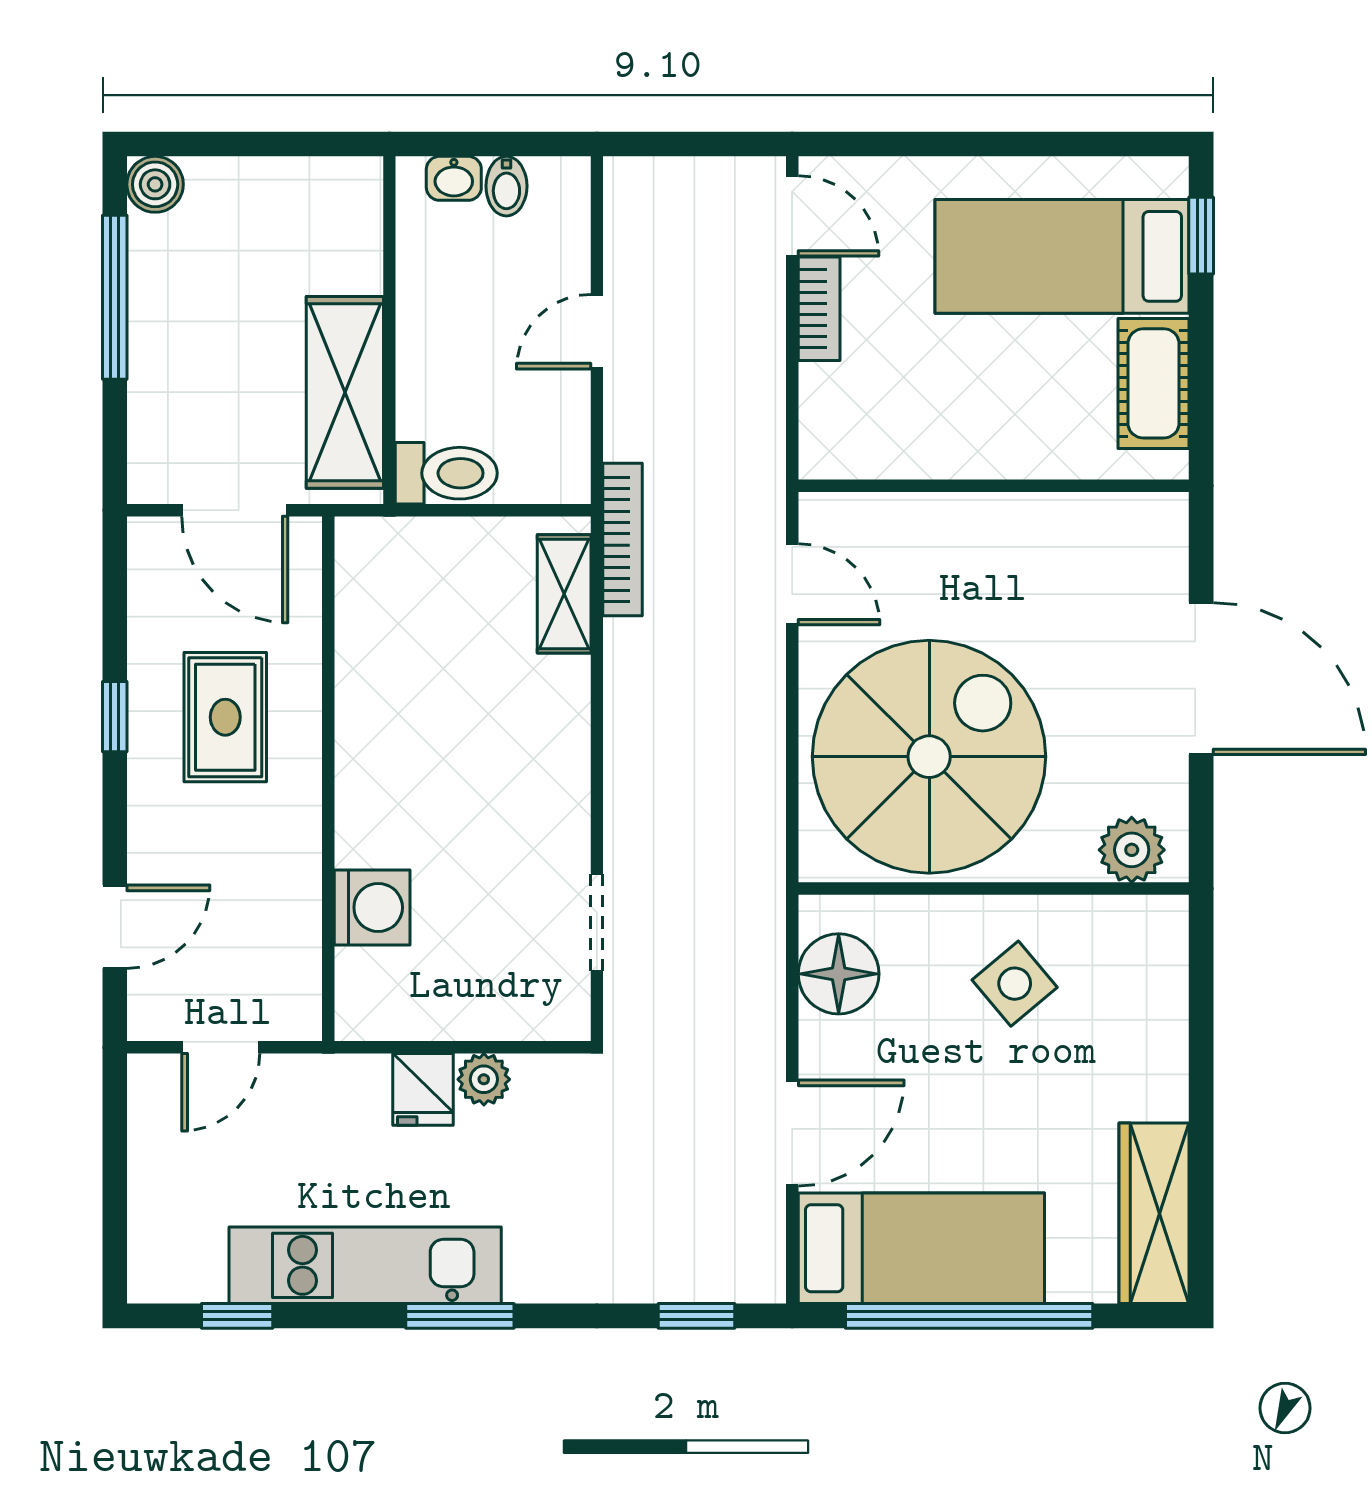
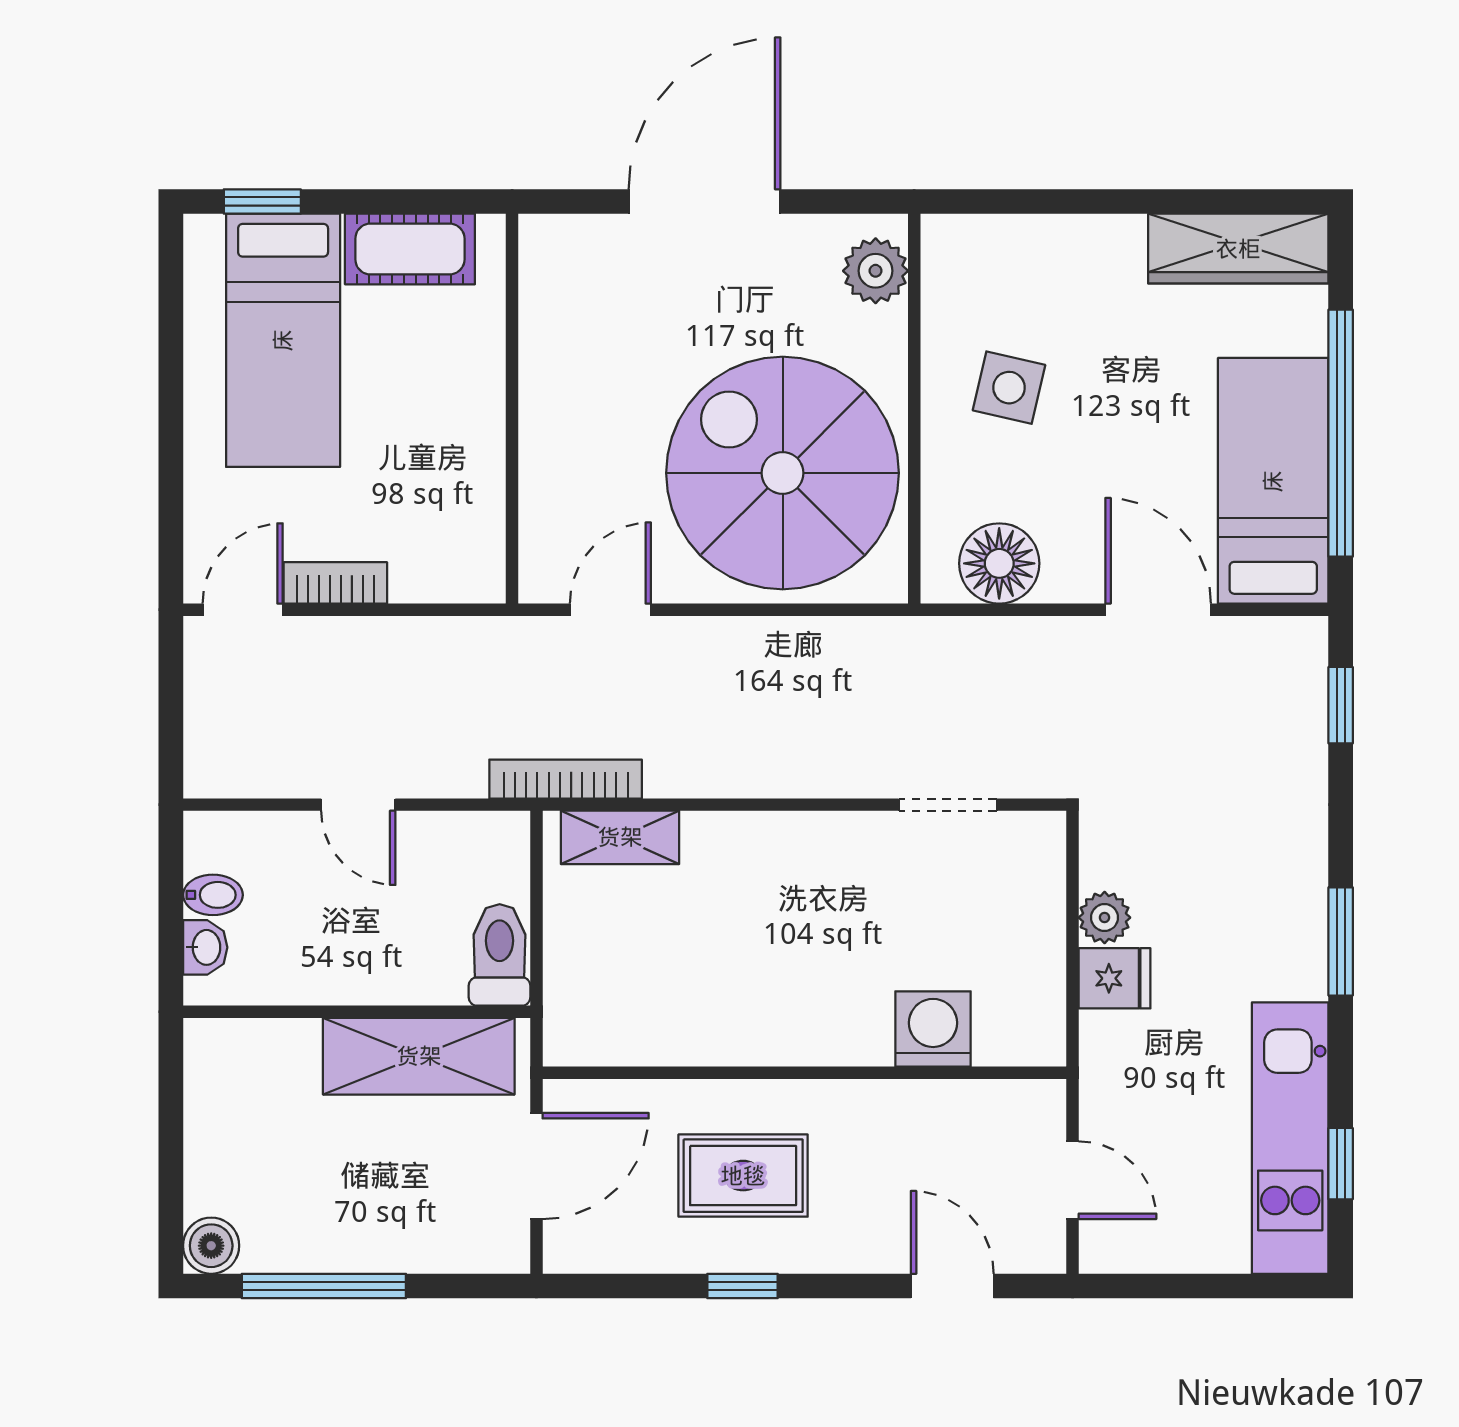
side table: (1015, 984) -> (1009, 388), turned -37
kitchen unit: (365, 1265) -> (1290, 1138), moved

